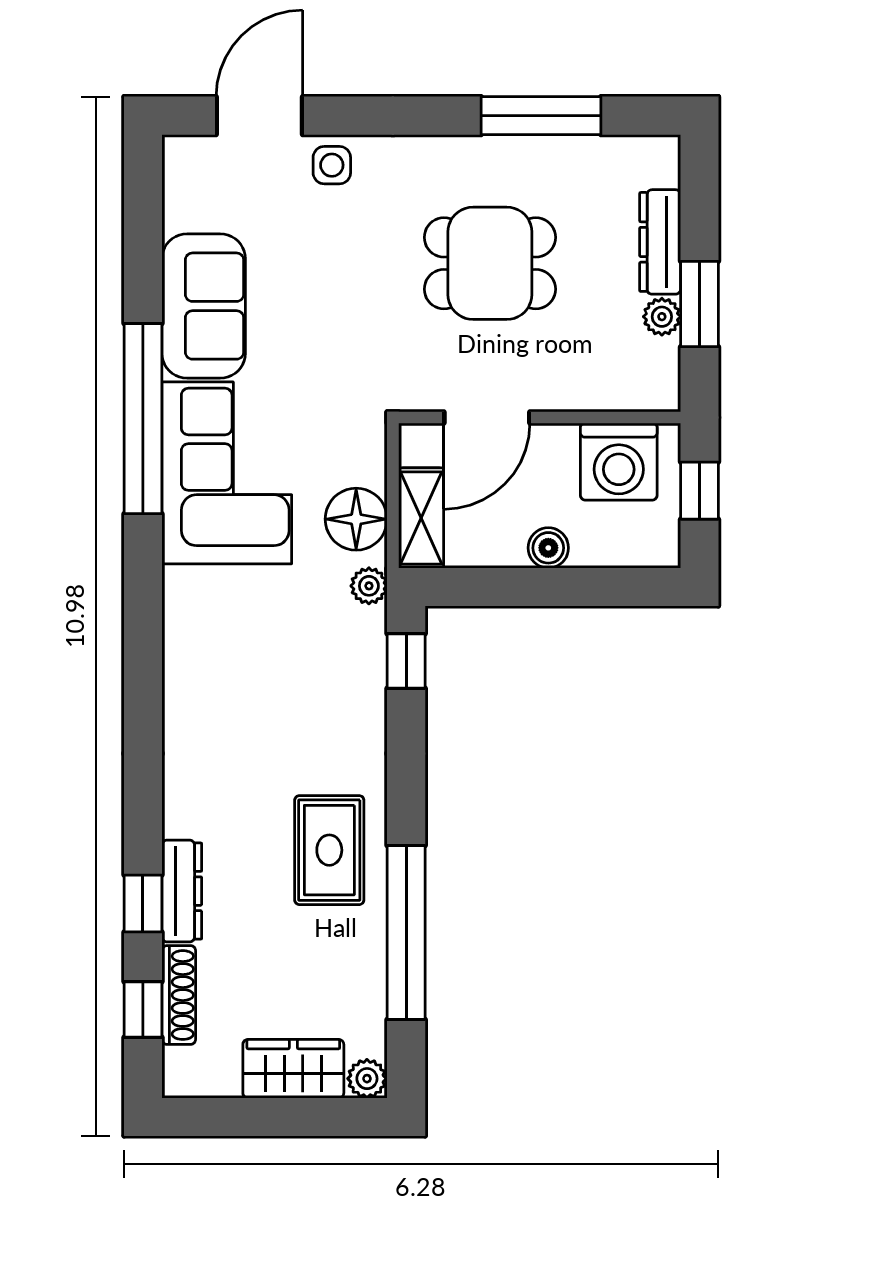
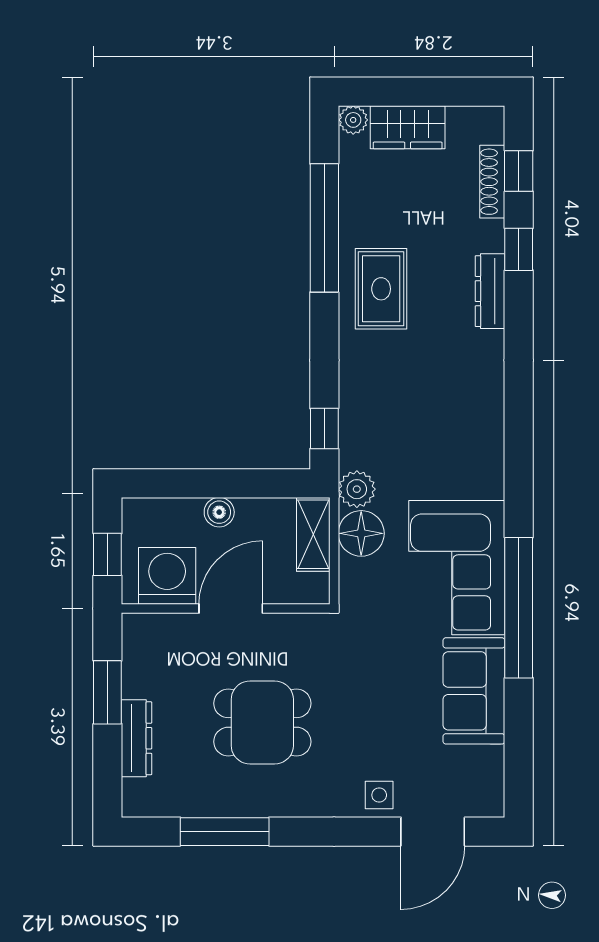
plant: (662, 317) -> (135, 683), removed
door: (487, 418) -> (231, 608), moved
plant: (369, 586) -> (357, 489), width x1.38, depth x1.38
dresser: (182, 891) -> (490, 291), moved

